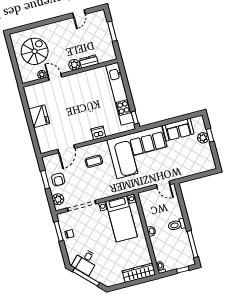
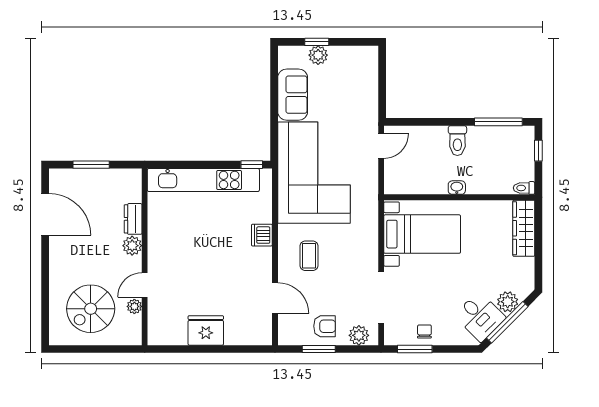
door: (79, 13) -> (45, 214), width x1.87
spiral stairs: (35, 51) -> (91, 309), turned -90
plant: (97, 274) -> (508, 302), added

